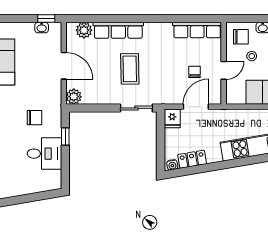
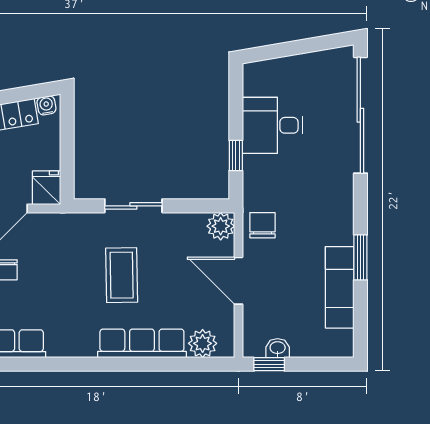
sliding door: (136, 108) -> (133, 206), moved
chair: (34, 118) -> (262, 225), moved, turned 90

